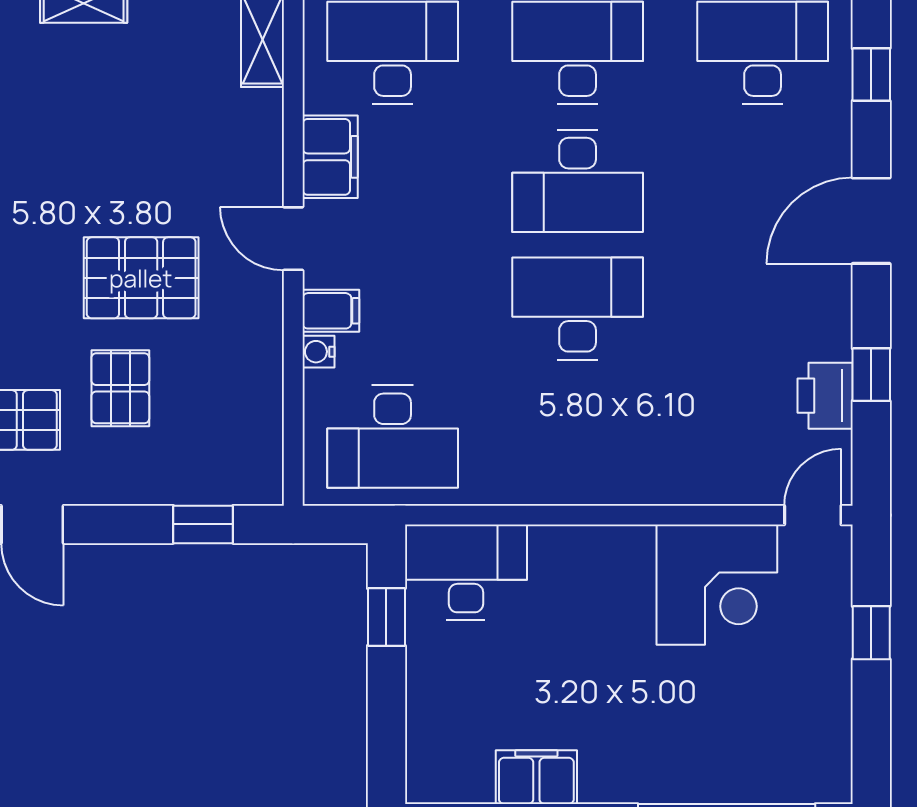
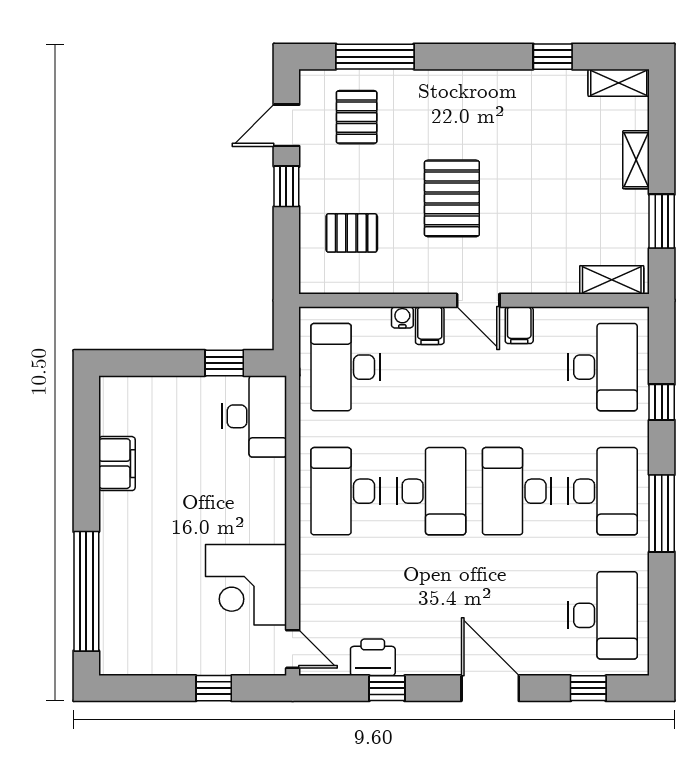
filing cabinet: (330, 157) -> (519, 325), width x0.50
door: (293, 239) -> (478, 300), swing flipped
pallet: (120, 388) -> (352, 233), moved
desk: (578, 437) -> (345, 491), added
window: (203, 524) -> (286, 186), moved

